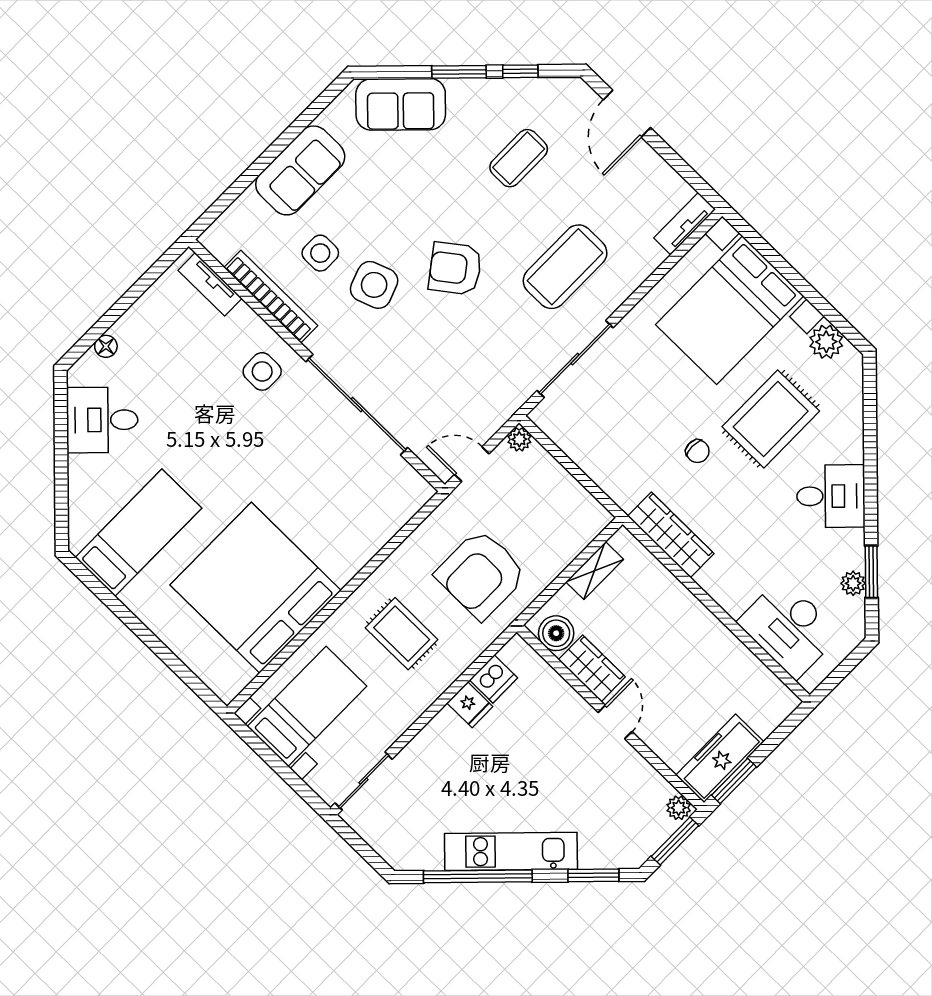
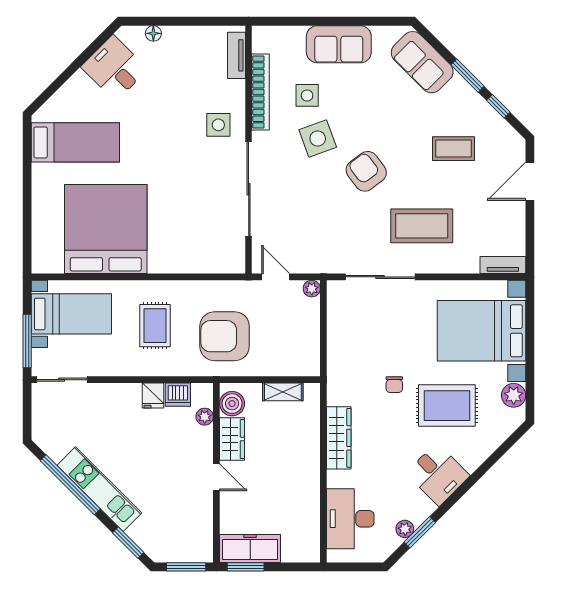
wardrobe: (671, 535) -> (339, 438), moved
door: (615, 722) -> (216, 477), hinge flipped
window: (290, 778) -> (27, 341), added
plant: (679, 808) -> (205, 417), moved

